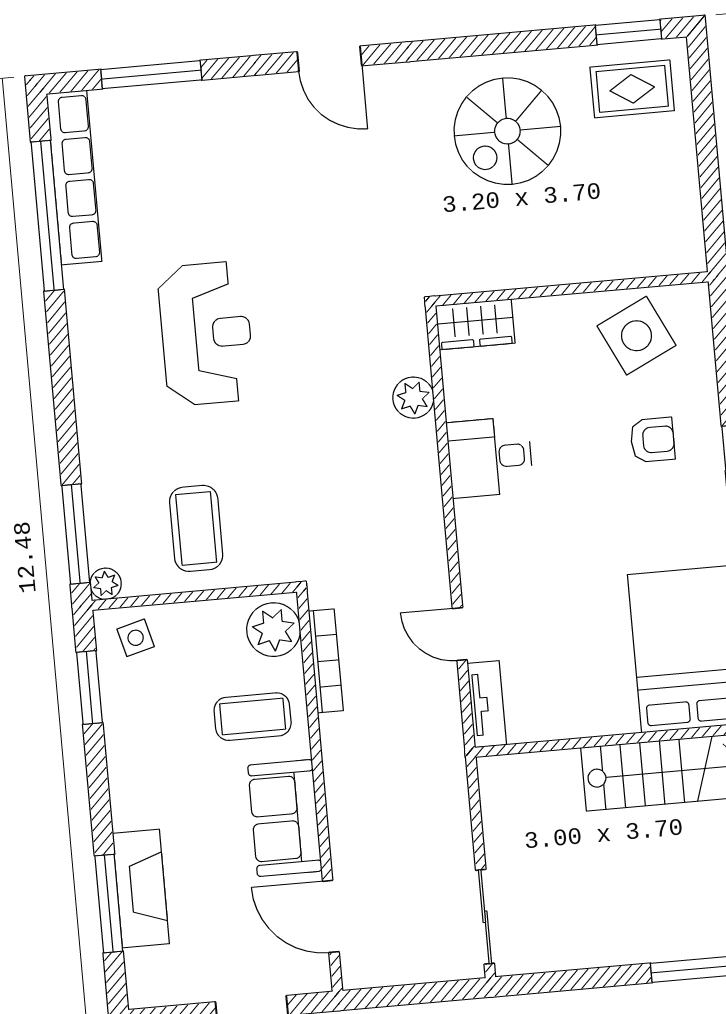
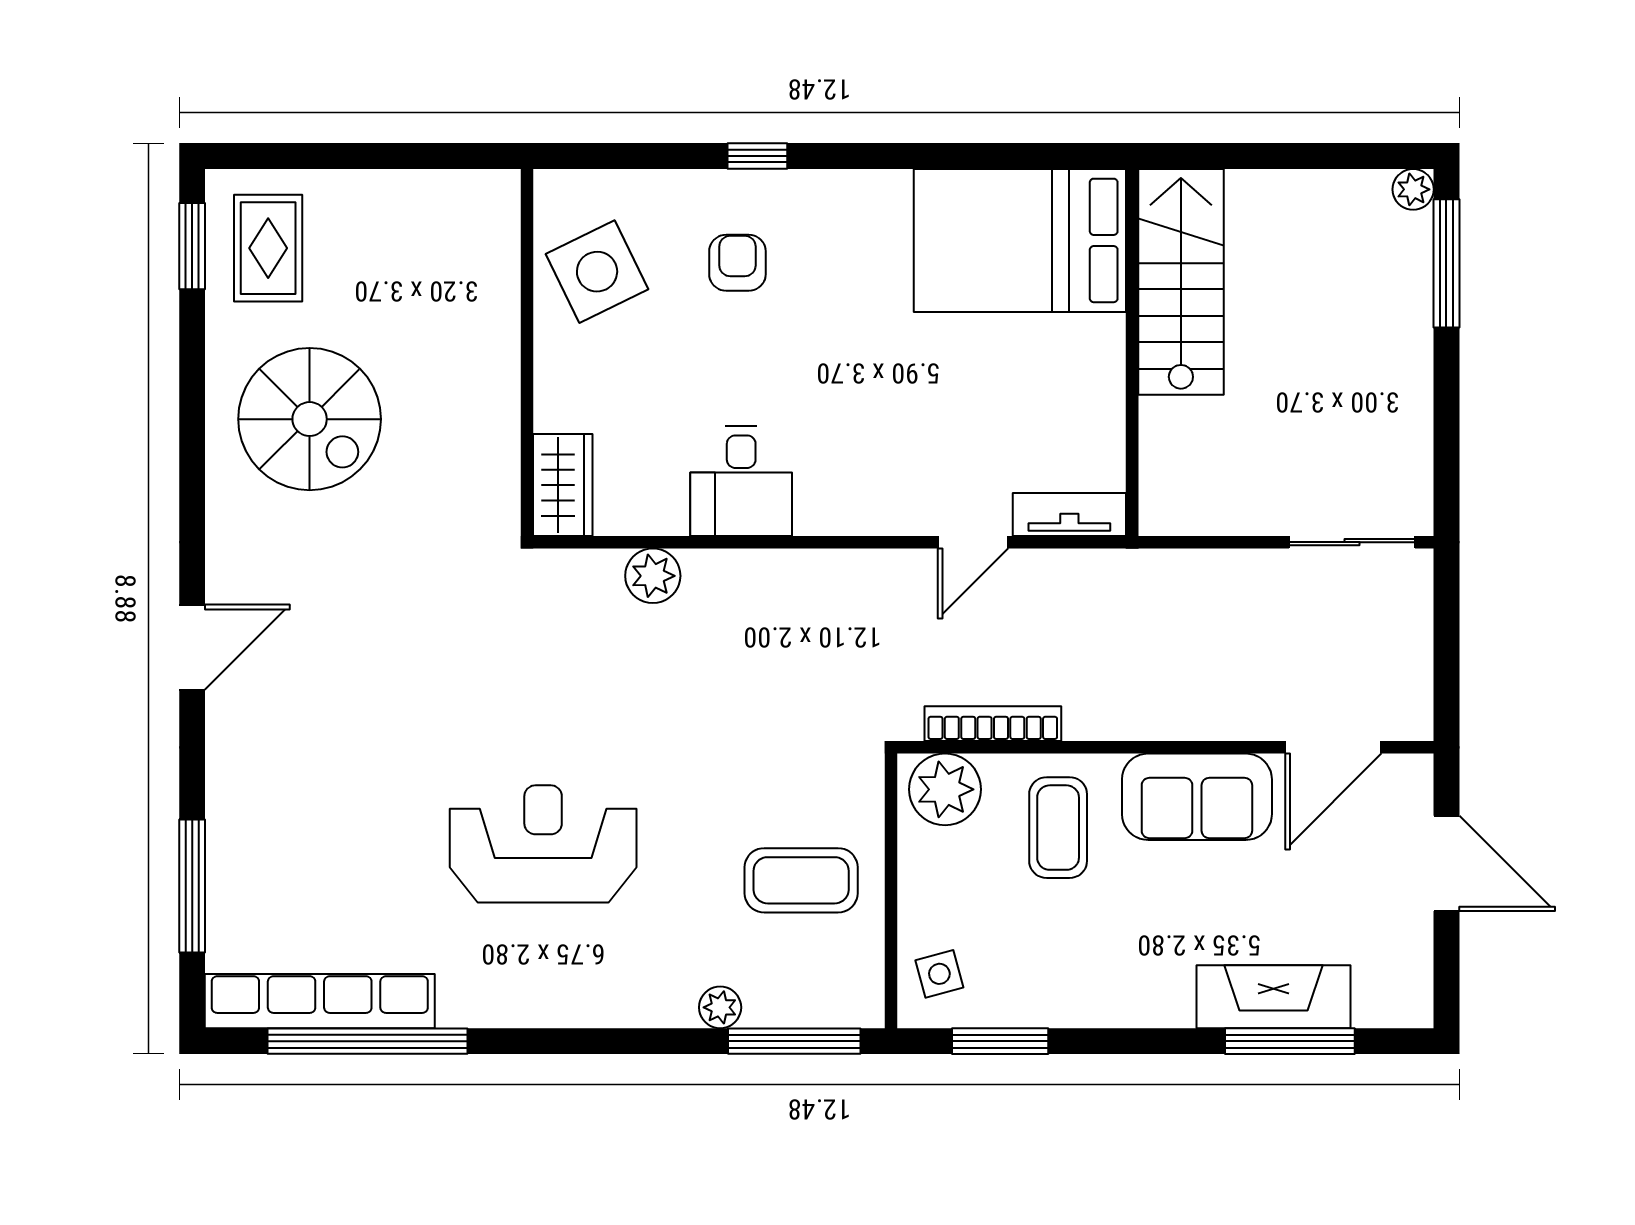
plant: (106, 584) -> (720, 1007), moved

